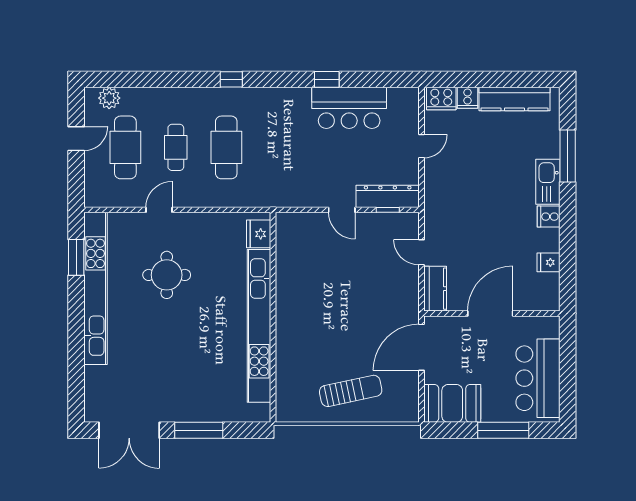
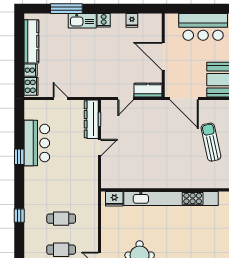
cafe table: (226, 147) -> (61, 219), width x0.73, depth x0.74

